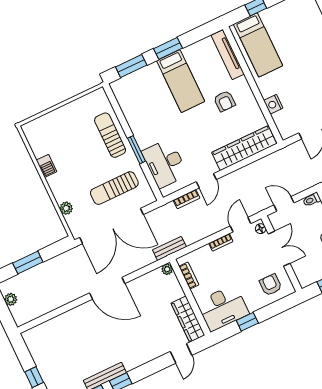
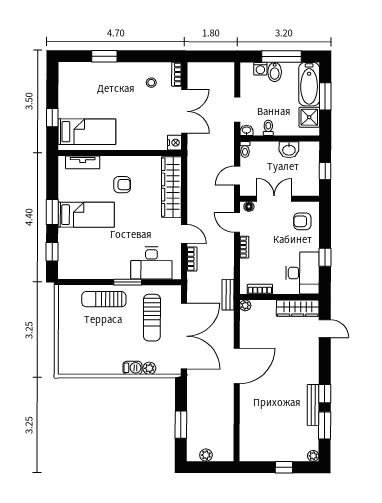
tv unit: (228, 55) -> (83, 162), width x0.71
window: (131, 66) -> (52, 252), width x0.67
nightstand: (273, 104) -> (174, 143), moved, turned -90
barbecue: (46, 166) -> (132, 368), moved

